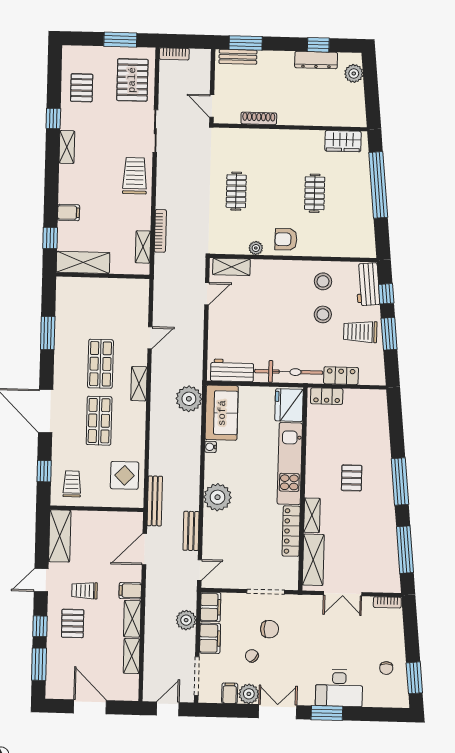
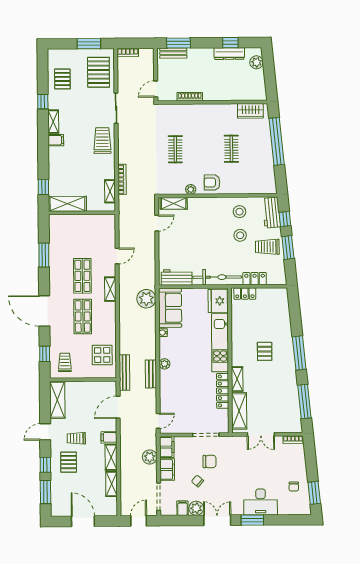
door: (212, 106) -> (156, 89), hinge flipped
filing cabinet: (69, 213) -> (56, 140), moved
plant: (218, 497) -> (164, 364), width x0.53, depth x0.53
bench: (191, 531) -> (151, 374), moved

